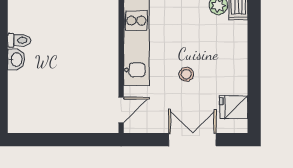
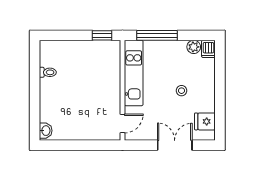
washbasin: (16, 60) -> (46, 131), moved
stool: (186, 74) -> (182, 91), moved

